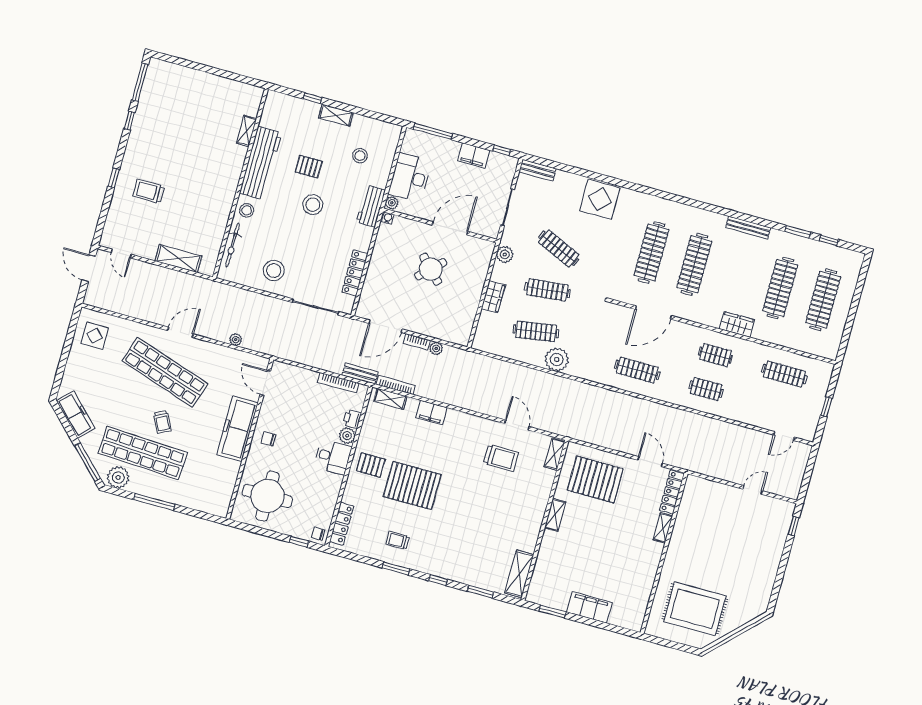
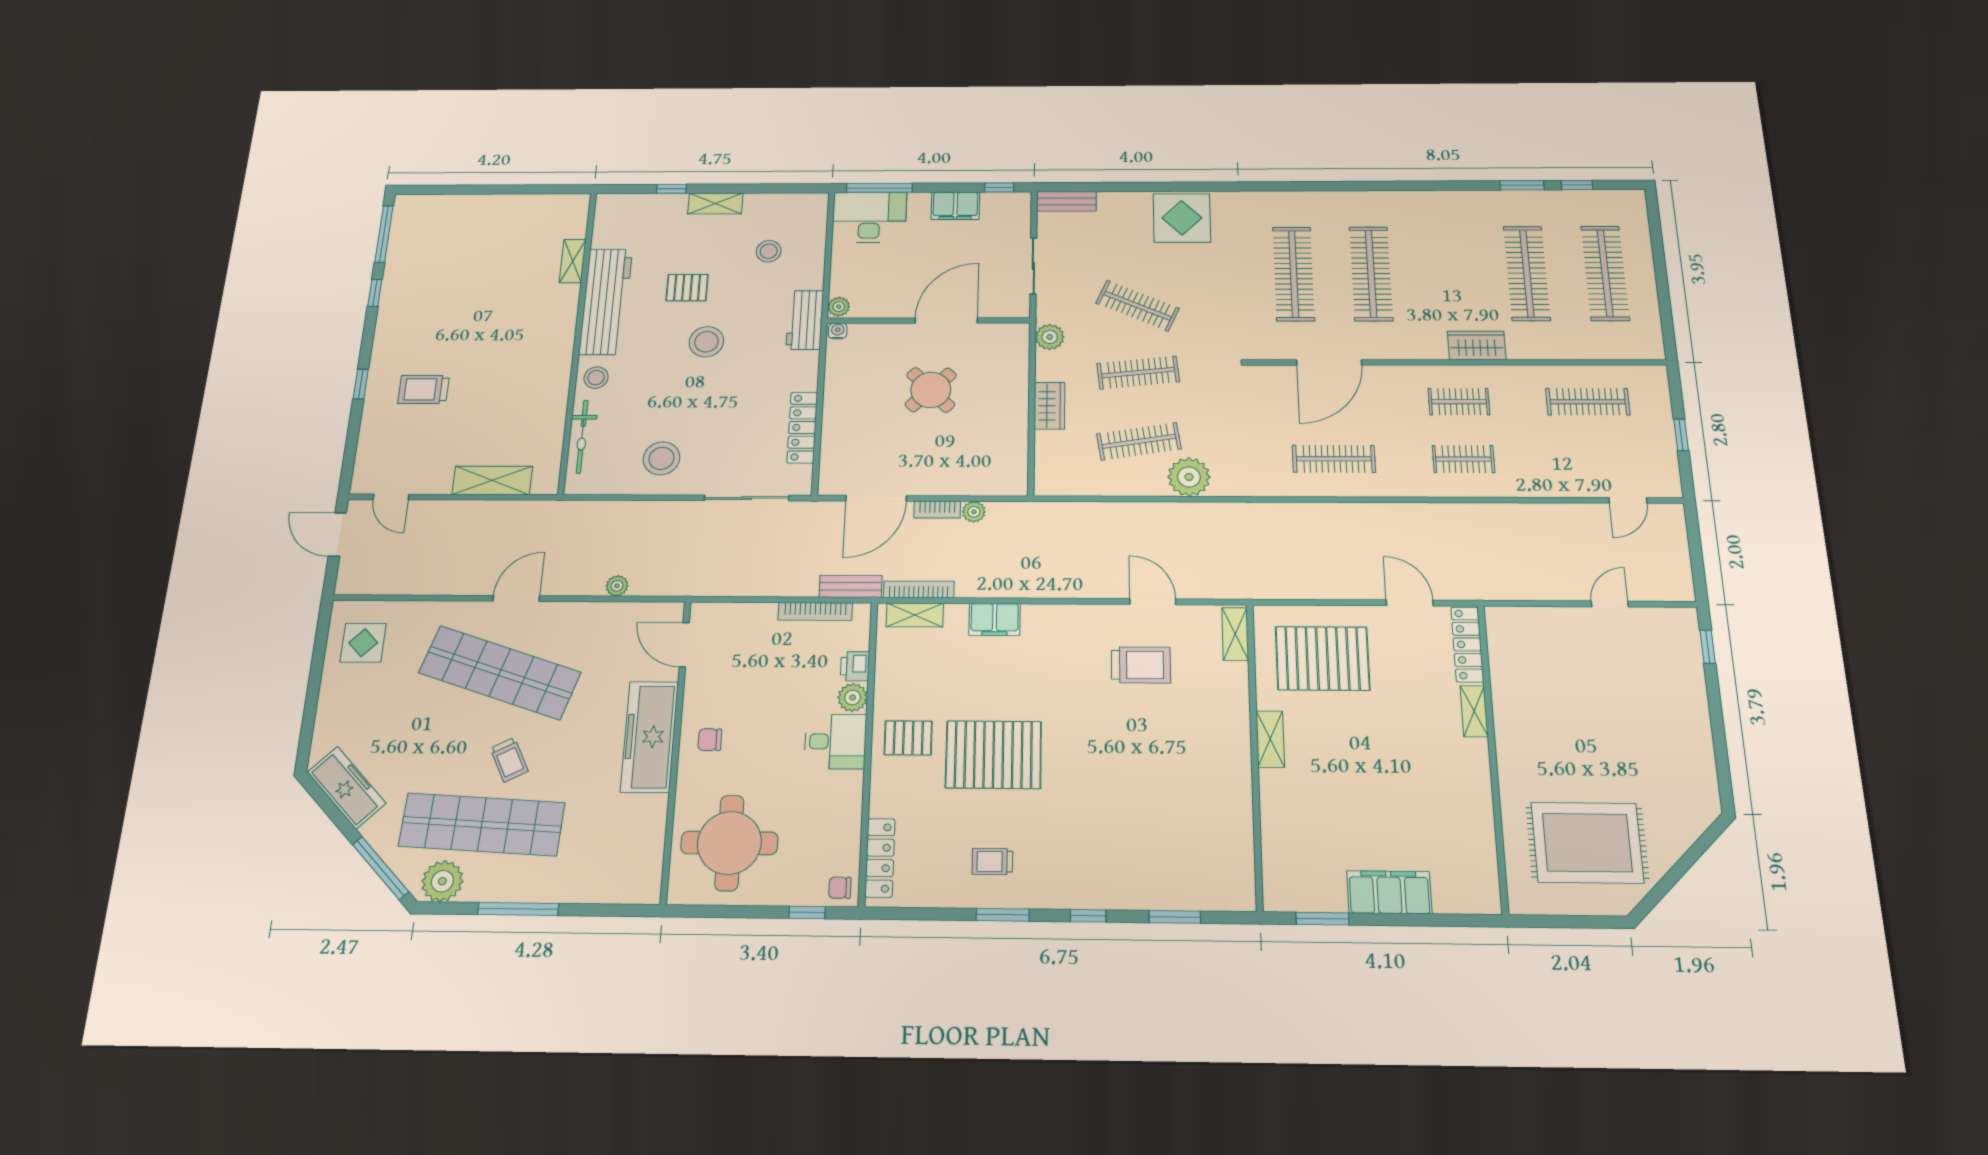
desk: (410, 177) -> (869, 217), moved, turned 90
bench: (748, 228) -> (1439, 199), removed
shelving: (519, 574) -> (1238, 864), removed

